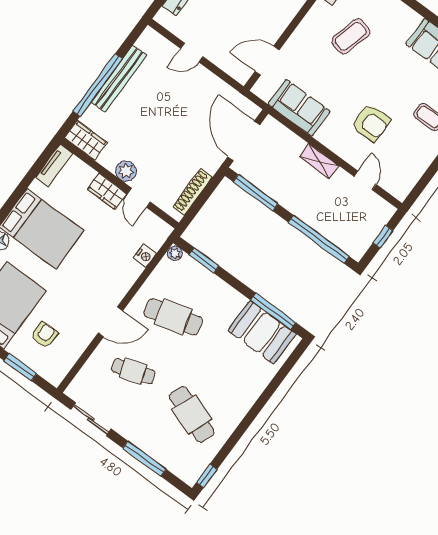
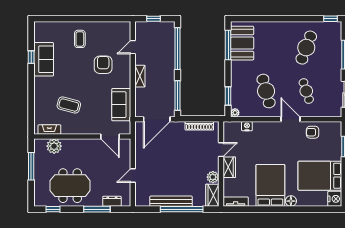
door: (192, 53) -> (133, 176), swing flipped
plant: (126, 171) -> (213, 177), moved
armchair: (44, 335) -> (313, 132), moved

